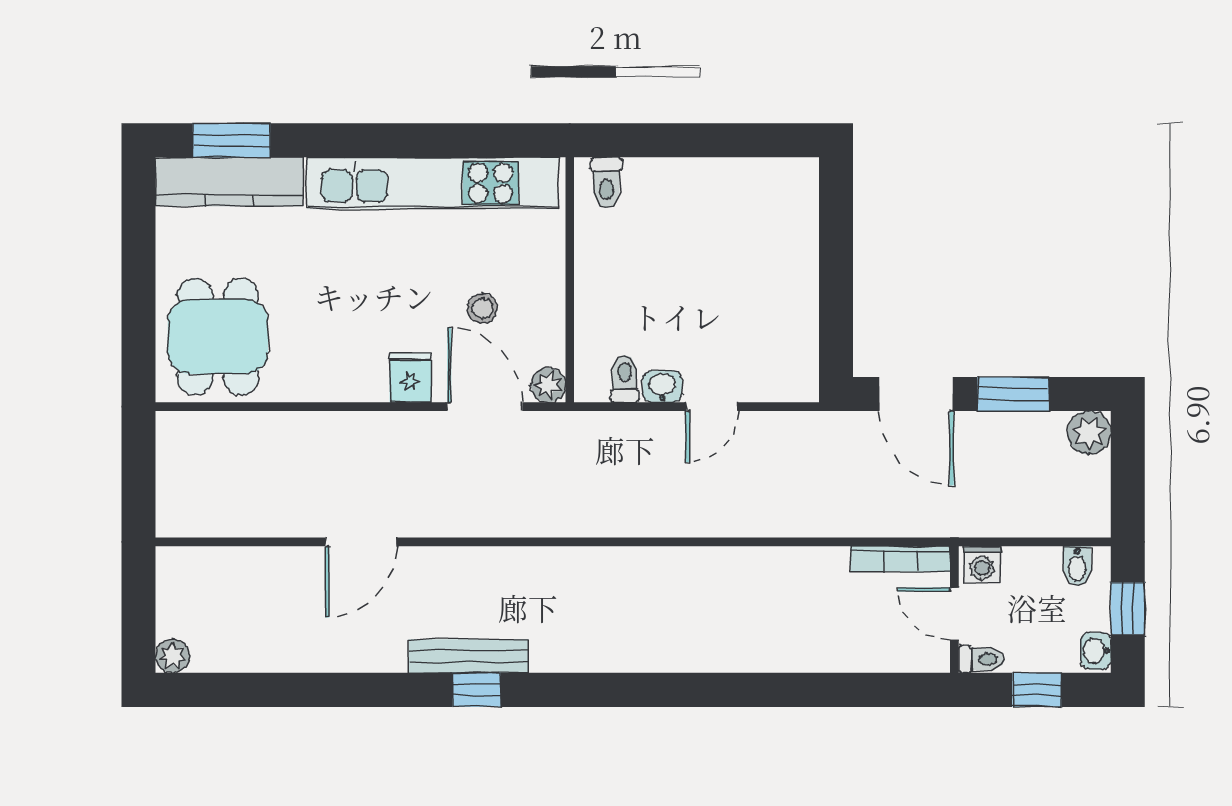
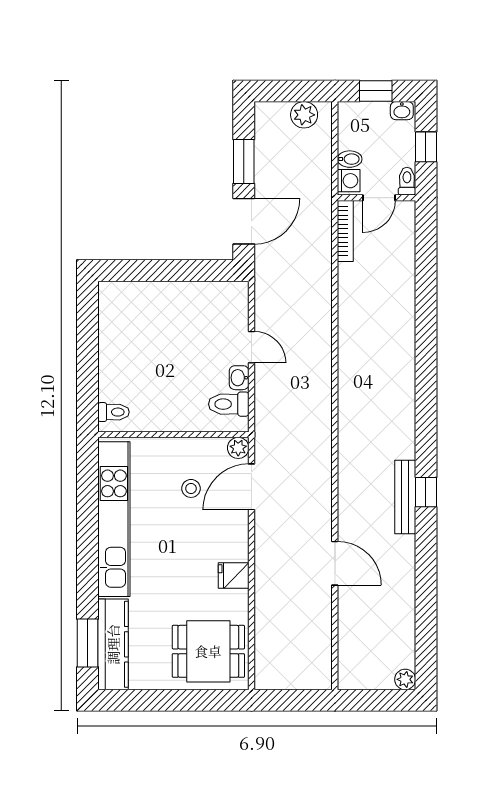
fridge: (410, 378) -> (234, 575), moved
toilet: (625, 379) -> (229, 404), width x1.37, depth x1.39
plant: (1089, 433) -> (304, 115), moved
bidet: (1077, 566) -> (350, 159), moved

